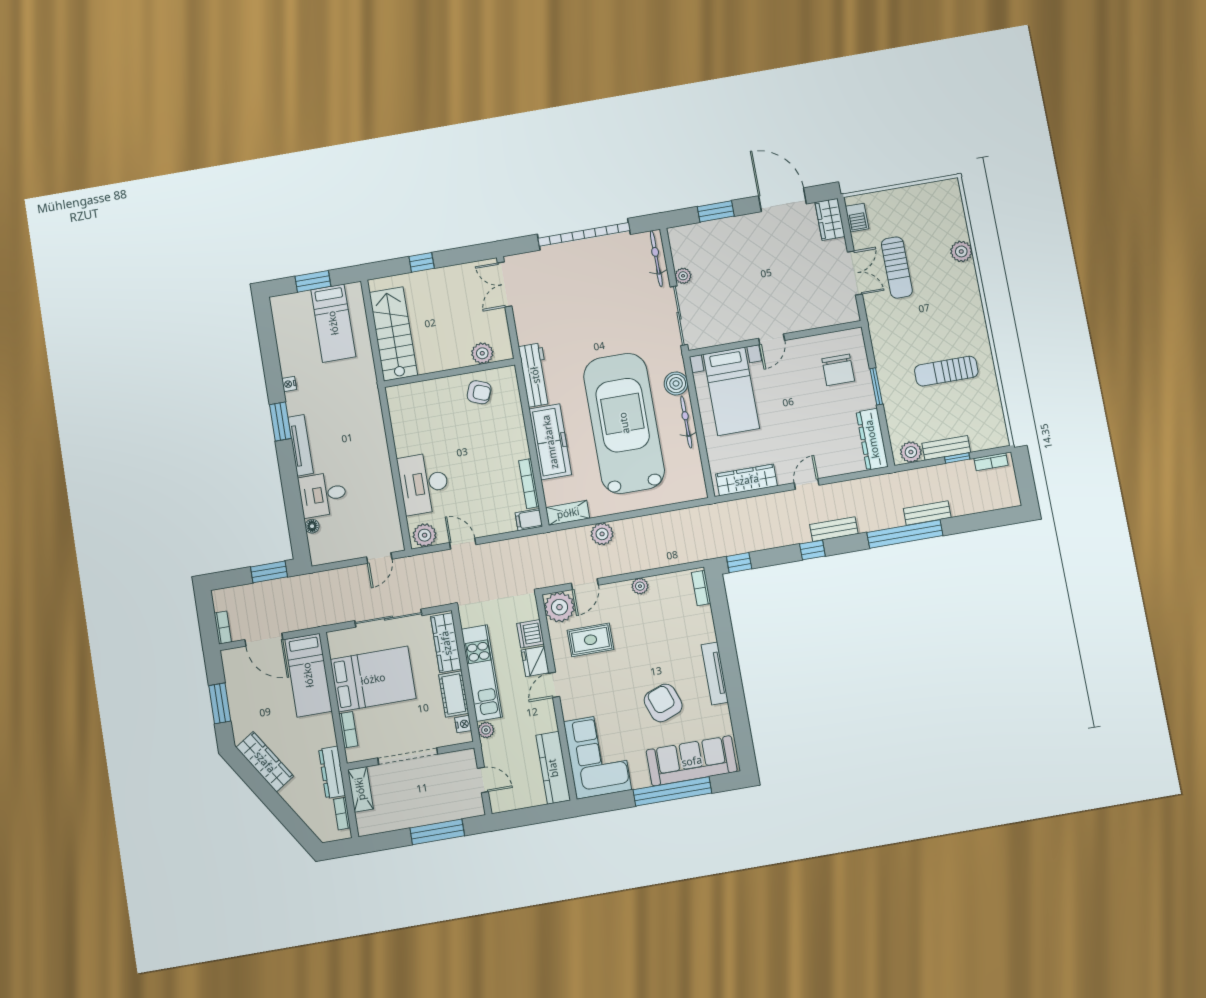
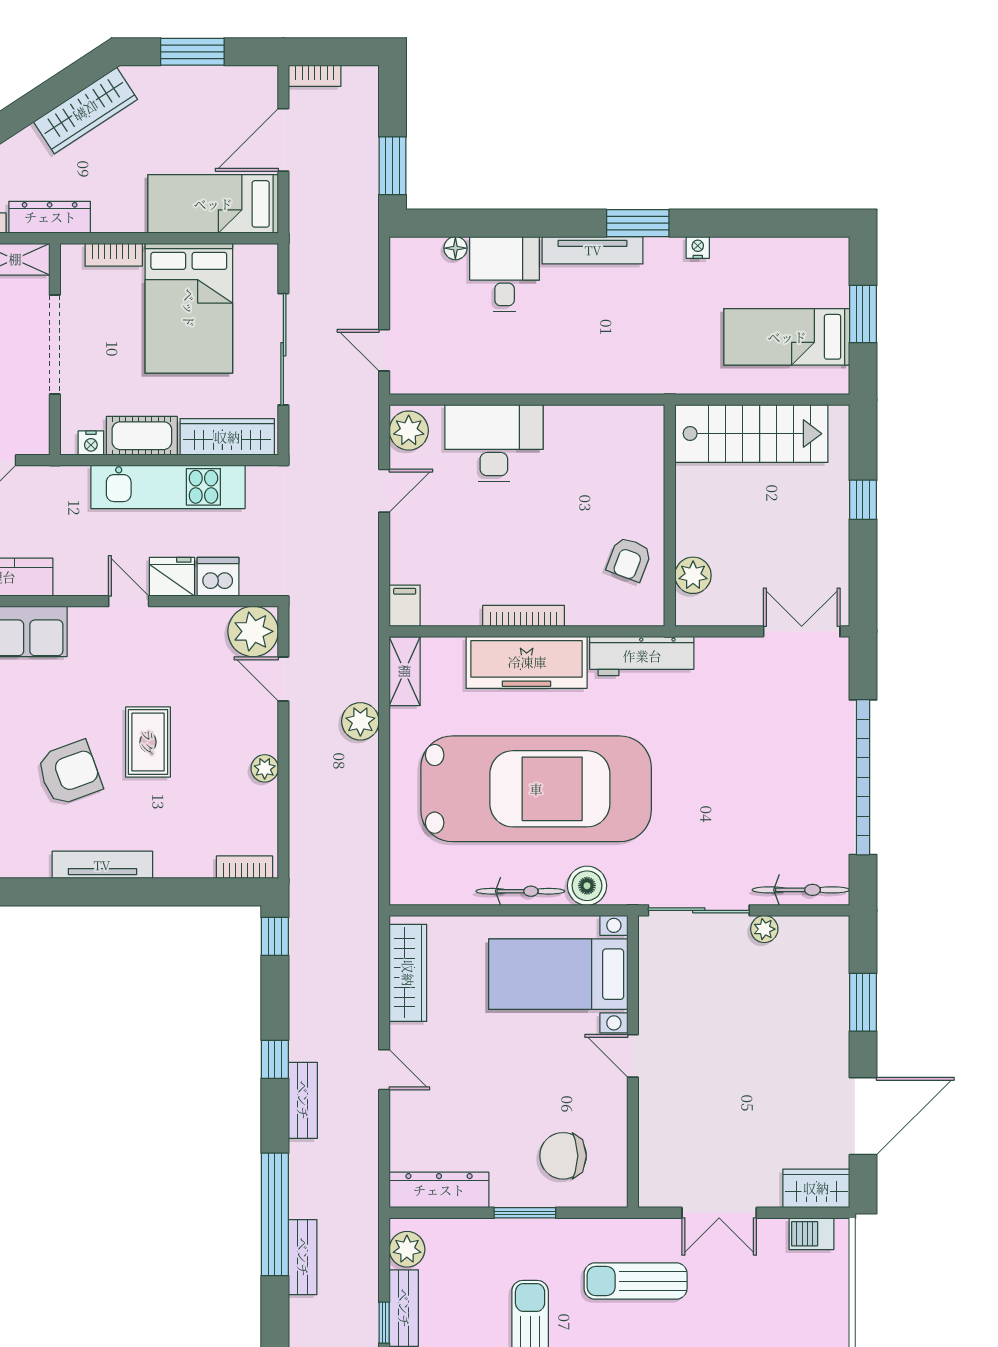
sun lounger: (897, 268) -> (636, 1281), moved
bookcase: (529, 484) -> (524, 616), moved
rug: (590, 640) -> (148, 742), moved
plant: (486, 730) -> (75, 478), removed

